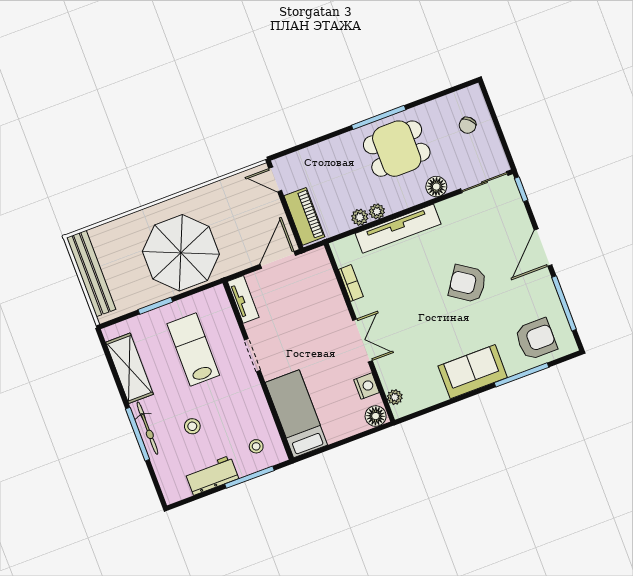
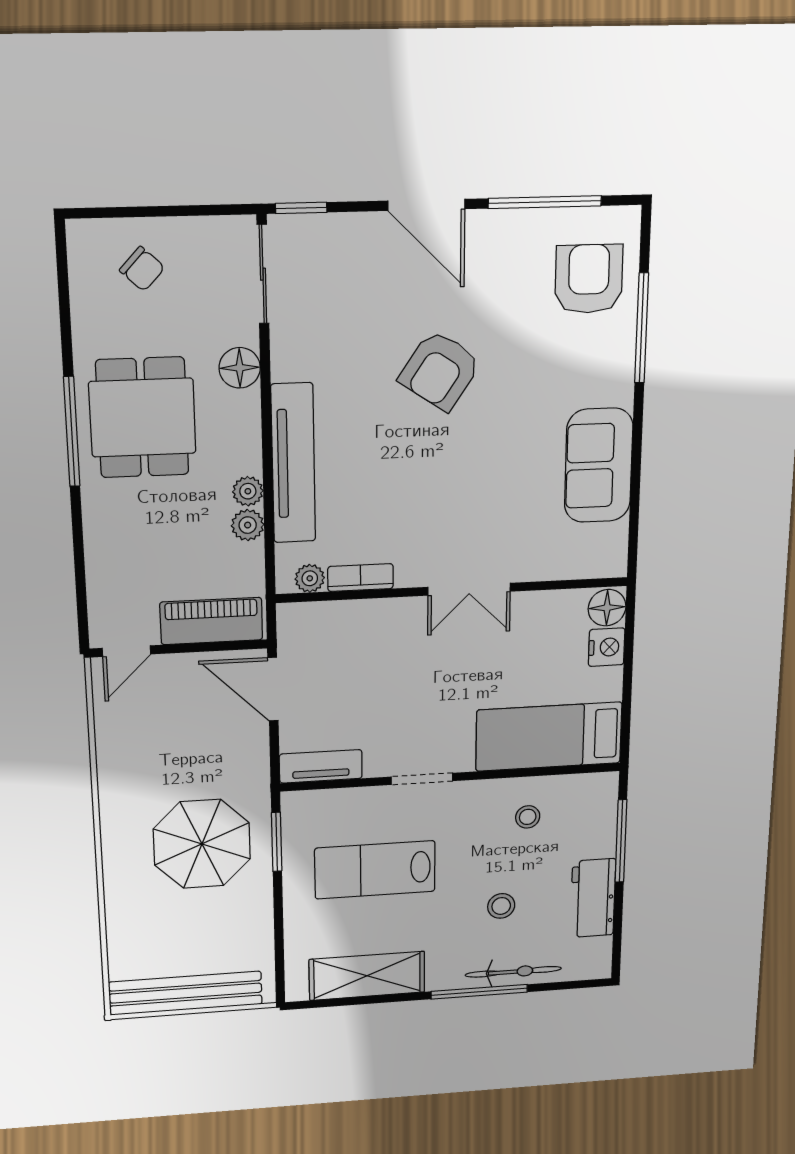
parasol: (181, 253) -> (202, 844), width x0.73, depth x0.73
window: (155, 306) -> (277, 842), moved
double door: (362, 341) -> (469, 589), swing flipped
sofa: (473, 372) -> (599, 465), moved
nightstand: (366, 386) -> (607, 647), moved, turned 90
plant: (395, 397) -> (310, 578), moved
bicycle: (147, 428) -> (513, 972), moved
stool: (256, 446) -> (528, 817), moved

